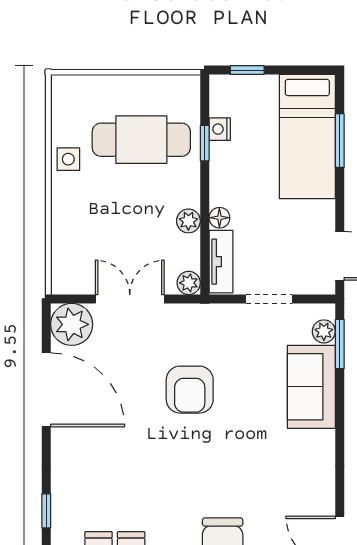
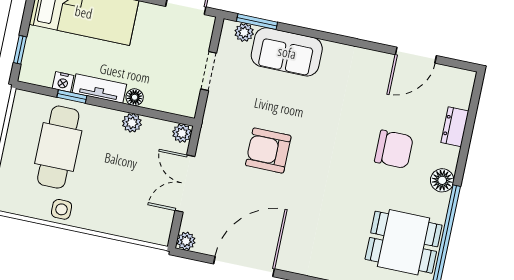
tv unit: (221, 262) -> (99, 89), moved
plant: (72, 324) -> (186, 241), width x0.53, depth x0.53
armchair: (190, 390) -> (268, 151), turned 180

